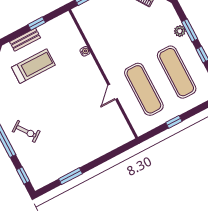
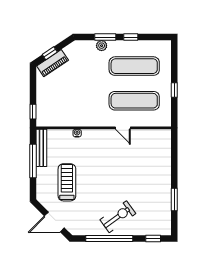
window: (37, 23) -> (33, 161), width x2.17
bench: (25, 40) -> (41, 148), moved, width x1.36
exercise bike: (26, 131) -> (118, 217), width x1.38, depth x1.39

